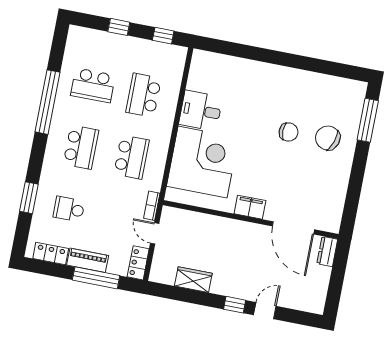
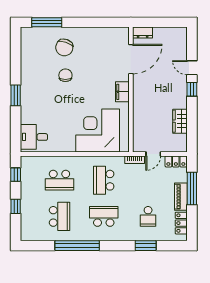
window: (274, 57) -> (16, 95), added
desk: (201, 111) -> (34, 137), moved, turned 90
school desk: (132, 157) -> (104, 180), turned -90

